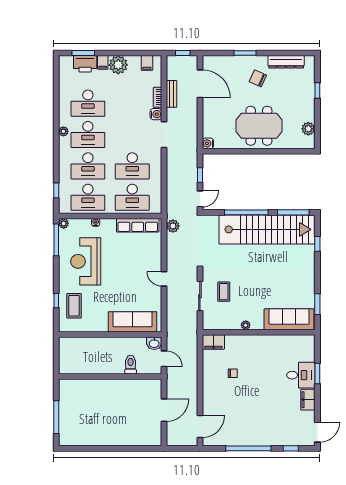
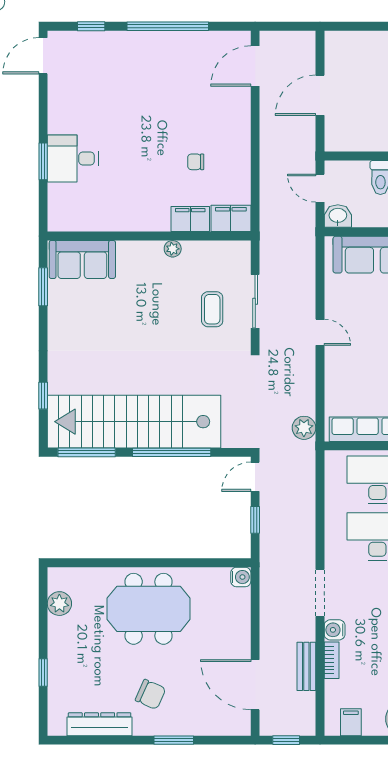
sofa: (289, 319) -> (82, 259), width x0.73
filing cabinet: (308, 400) -> (190, 219), moved, turned -90

